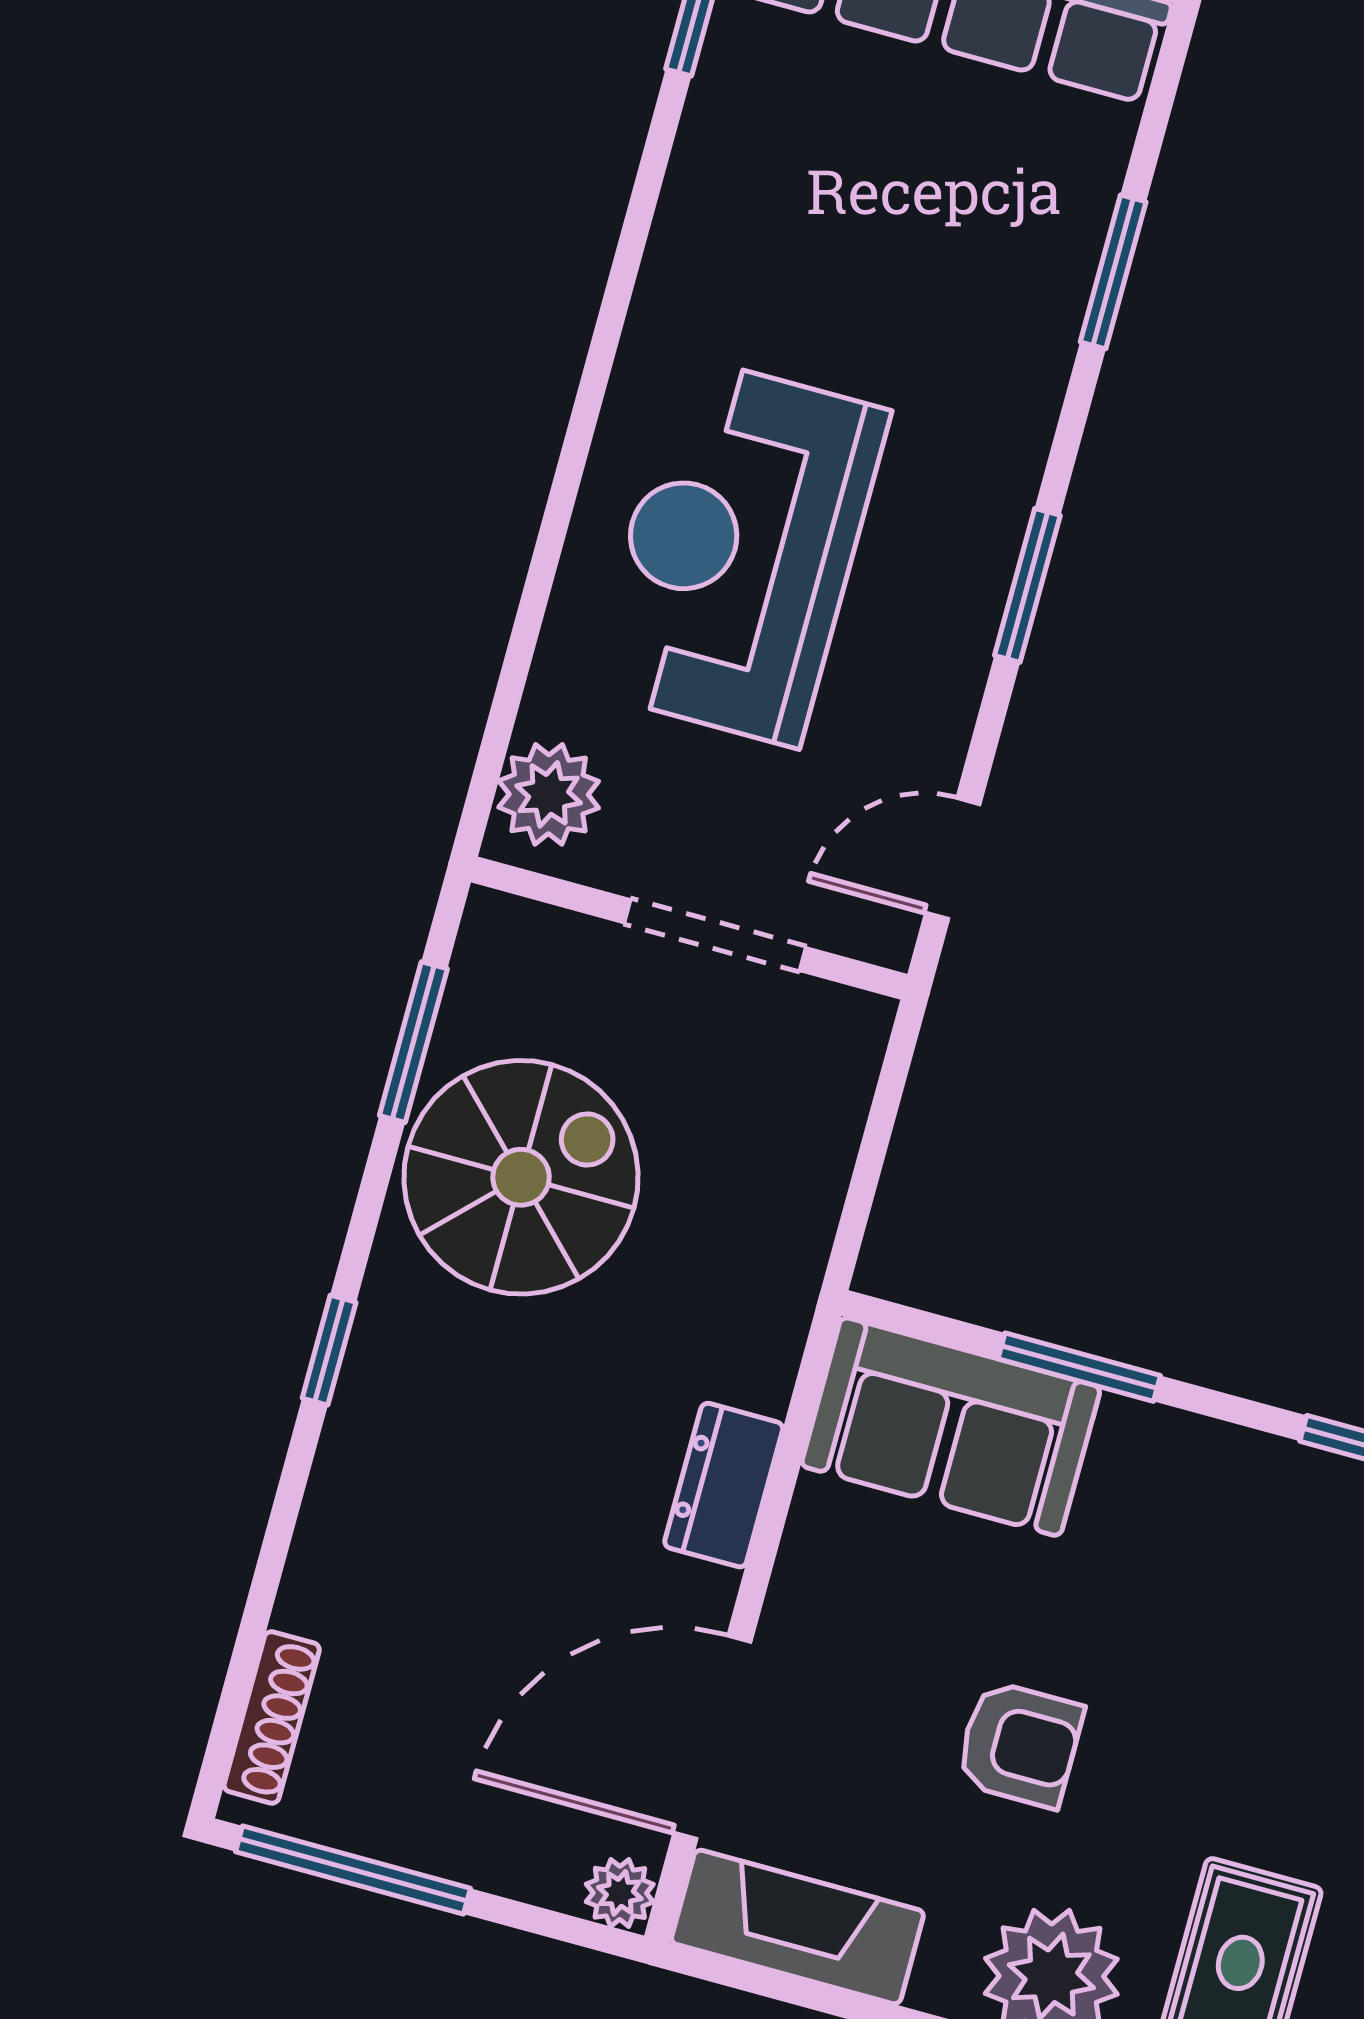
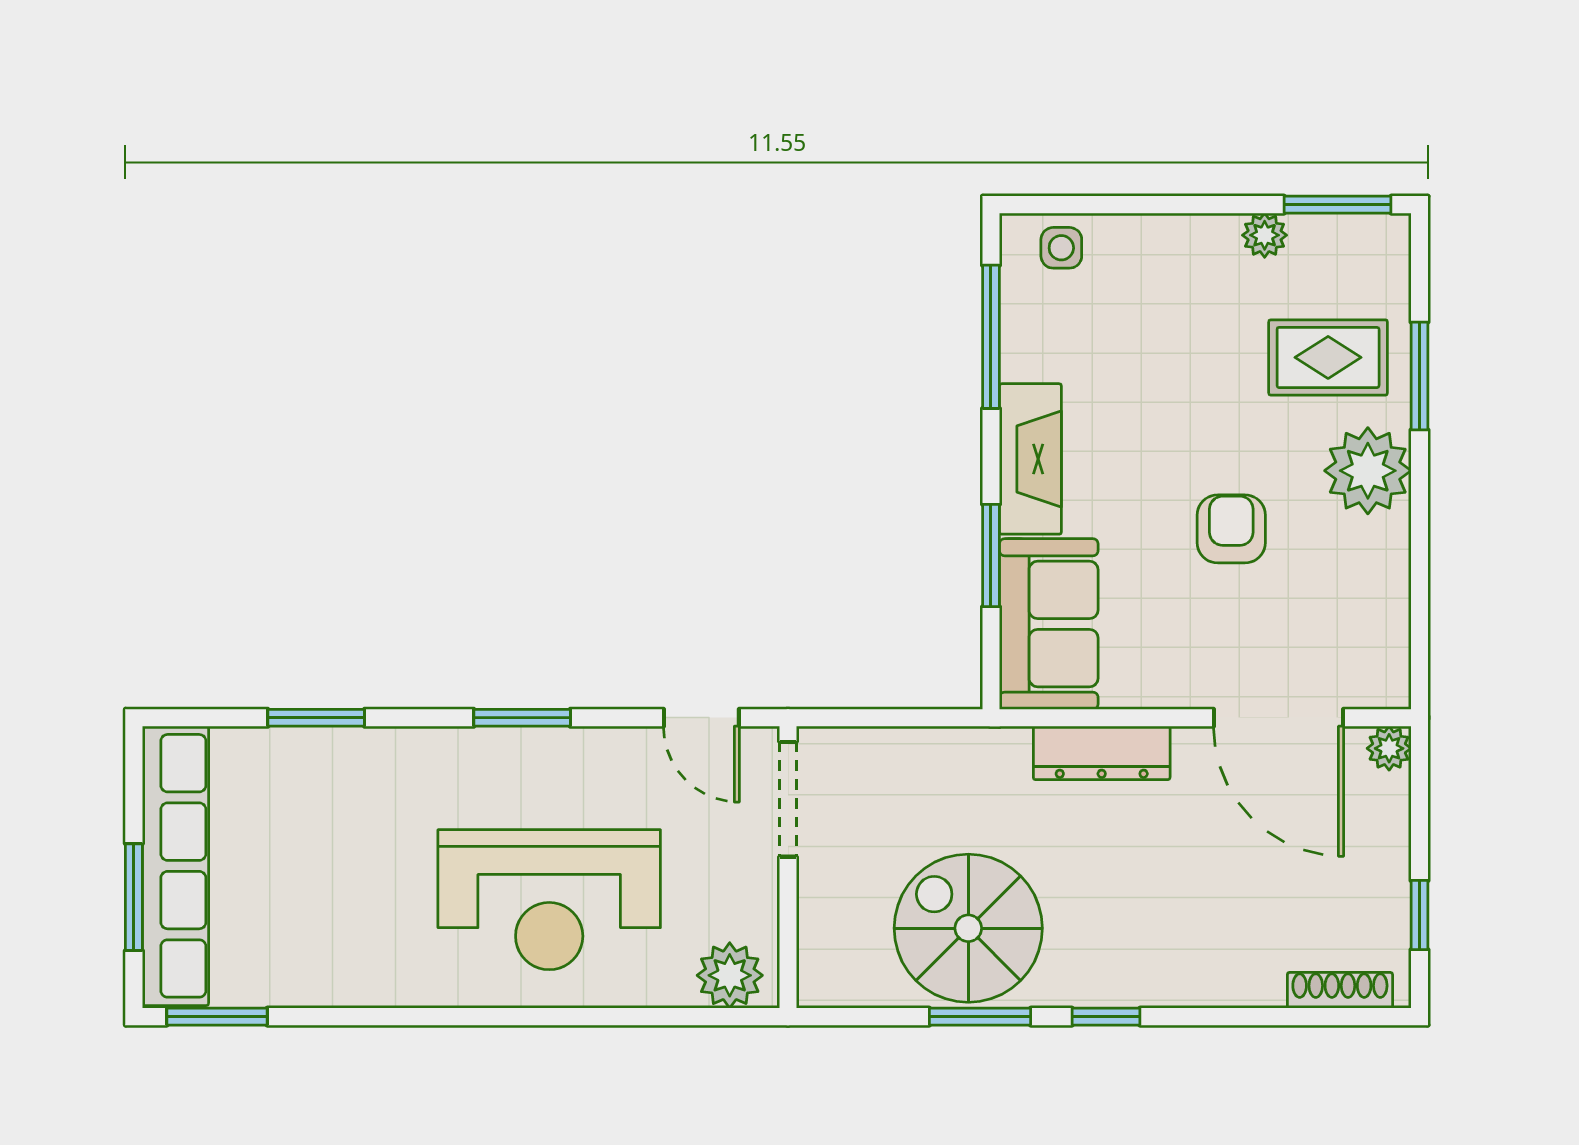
doorway: (715, 935) -> (788, 799), moved
window: (413, 1042) -> (980, 1017), moved
dresser: (724, 1485) -> (1102, 753), width x1.44
window: (353, 1870) -> (1420, 915), width x0.46
fireplace: (797, 1927) -> (1030, 459), moved, turned 180

